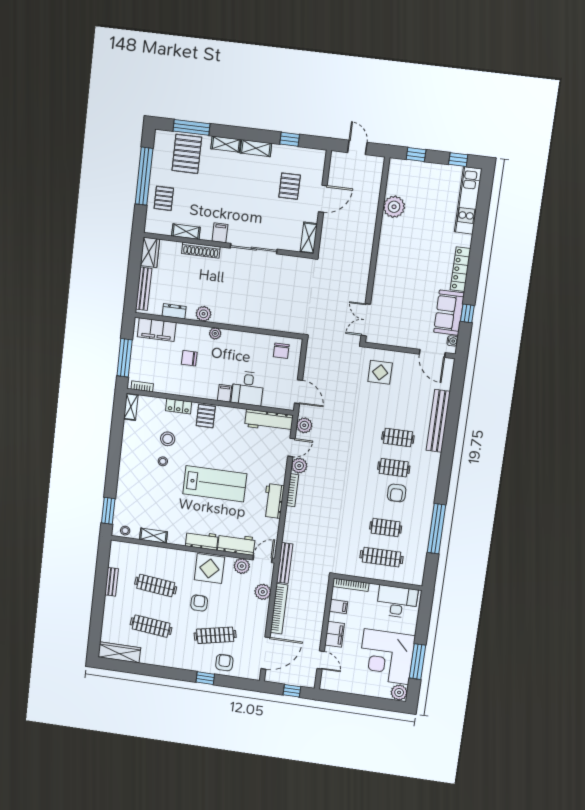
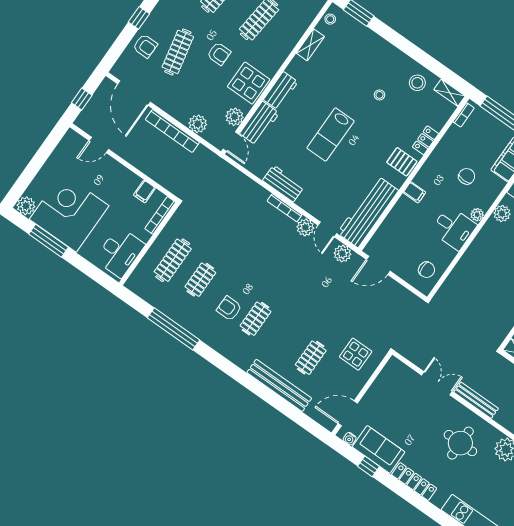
round table: (409, 248) -> (460, 443), added
double door: (366, 320) -> (437, 383), moved
chair: (281, 351) -> (427, 270), turned 180
desk: (248, 388) -> (454, 228), moved, turned 180
workbench: (269, 421) -> (368, 212), width x1.36, depth x1.32
clothes rail: (398, 437) -> (311, 358), moved
stool: (168, 439) -> (417, 83), moved
lab bench: (215, 484) -> (331, 134), width x0.73, depth x0.72
bench: (285, 563) -> (476, 400), moved
filing cabinet: (335, 634) -> (118, 173), removed

